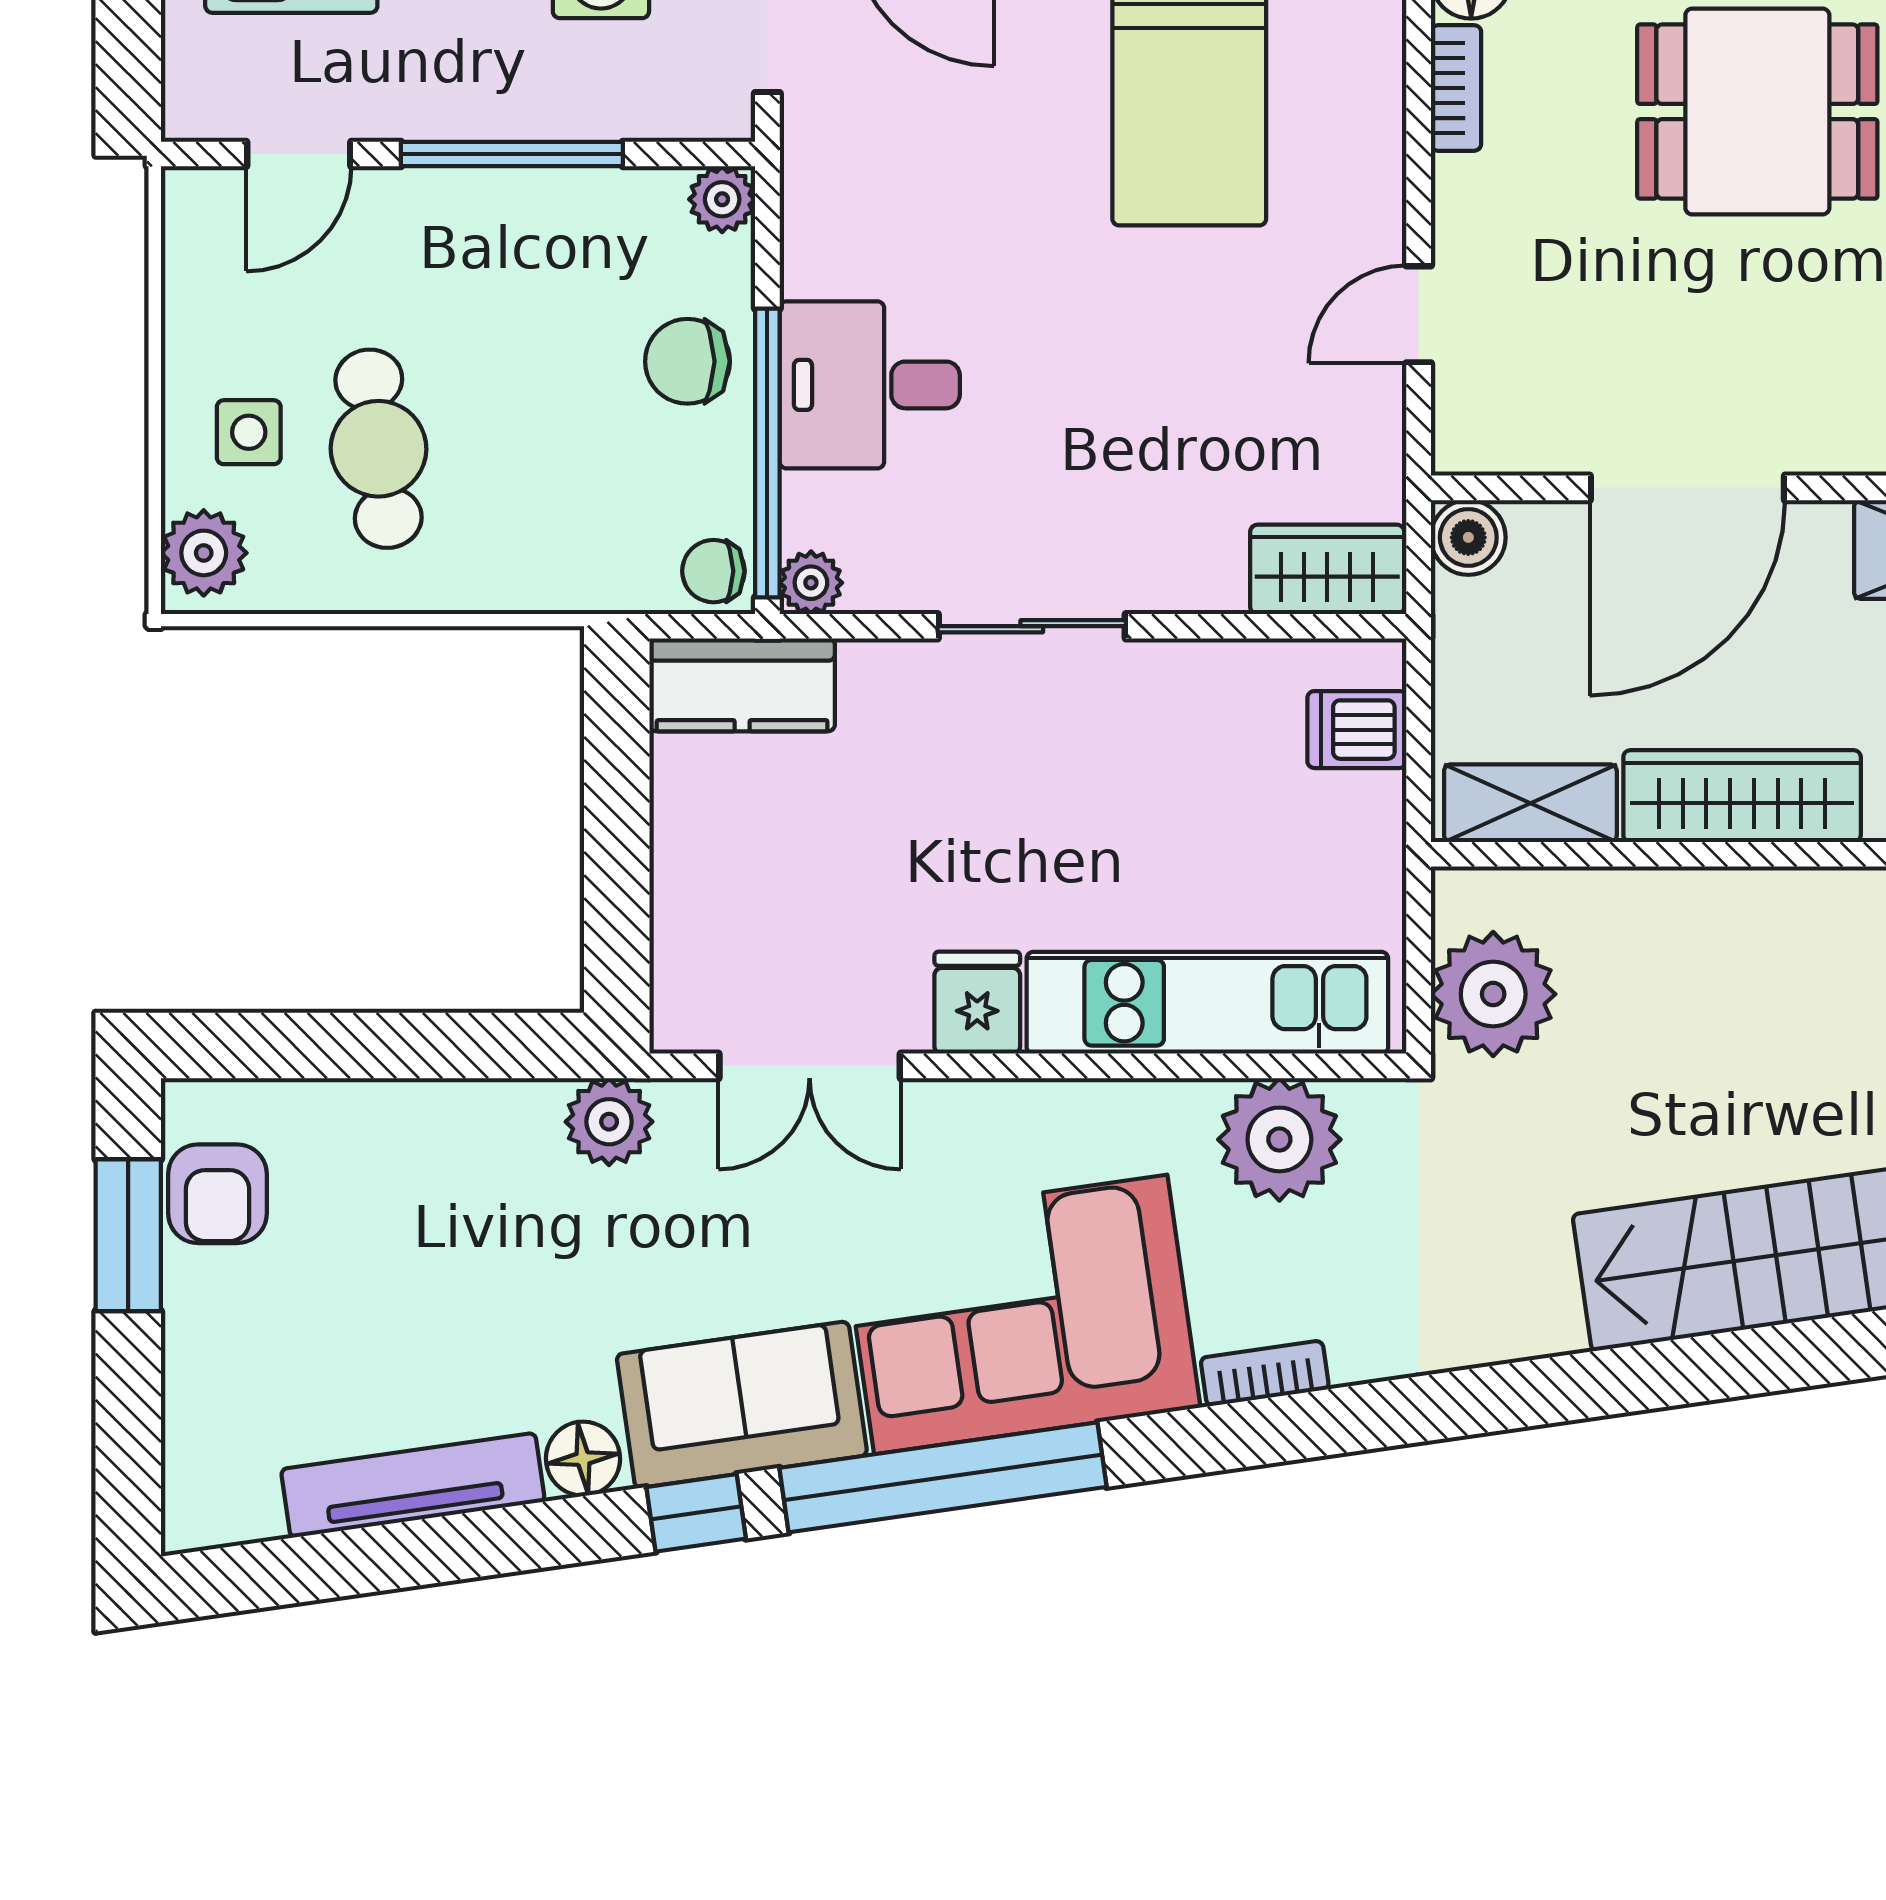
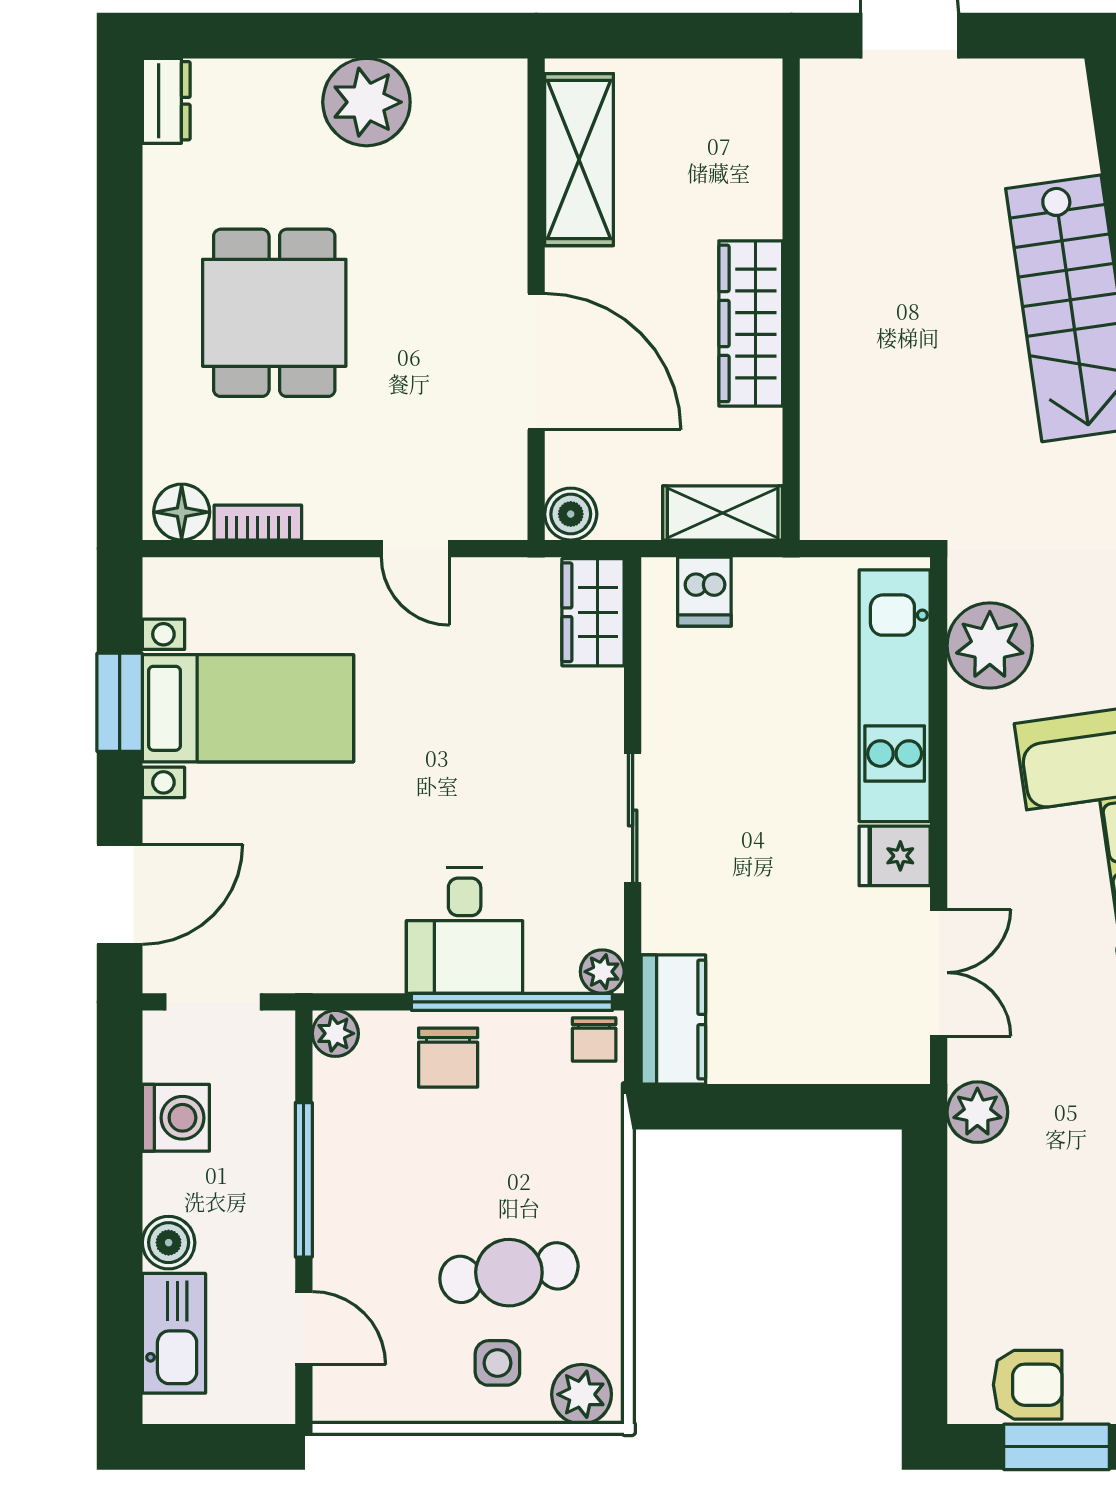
shelving: (1530, 803) -> (723, 513), moved, turned 90
plant: (1493, 994) -> (889, 497), removed

